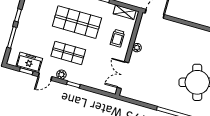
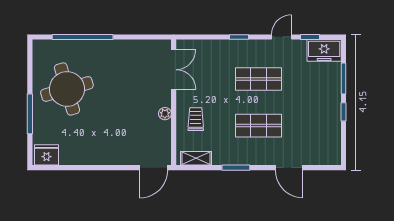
shop shelf: (77, 22) -> (259, 126), width x0.70, depth x0.74
freezer: (29, 62) -> (324, 50), moved
plant: (61, 75) -> (260, 46), removed

